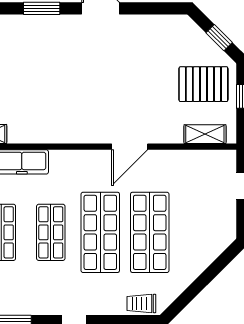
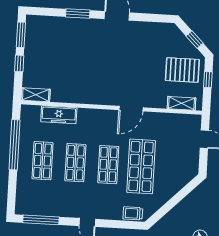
shop shelf: (100, 232) -> (108, 165), width x0.70, depth x0.74

